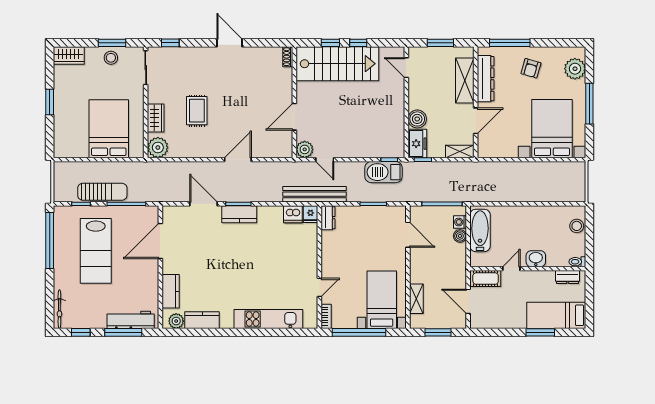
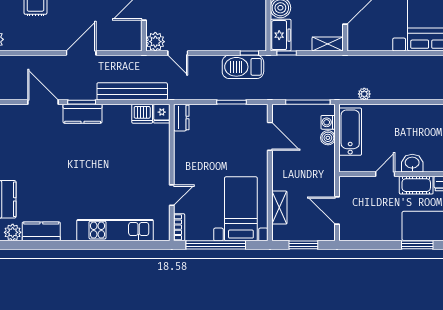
bench: (314, 194) -> (132, 91), moved
plant: (493, 197) -> (364, 94), added
cot: (486, 279) -> (416, 185), moved

